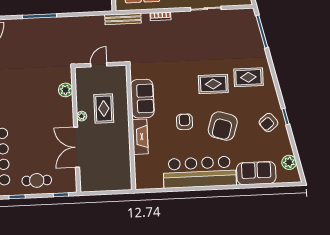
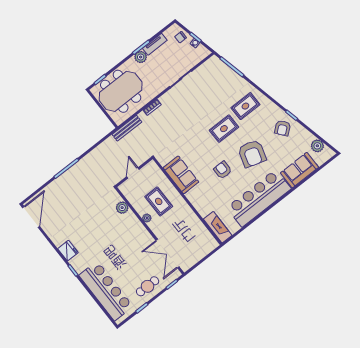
fireplace: (140, 137) -> (218, 227), moved
double door: (77, 147) -> (168, 254), moved

